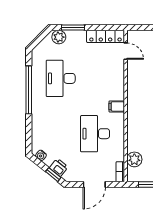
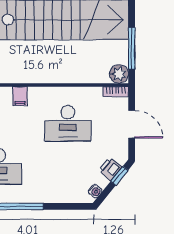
filing cabinet: (117, 106) -> (20, 96), moved
plant: (134, 159) -> (119, 74), moved

